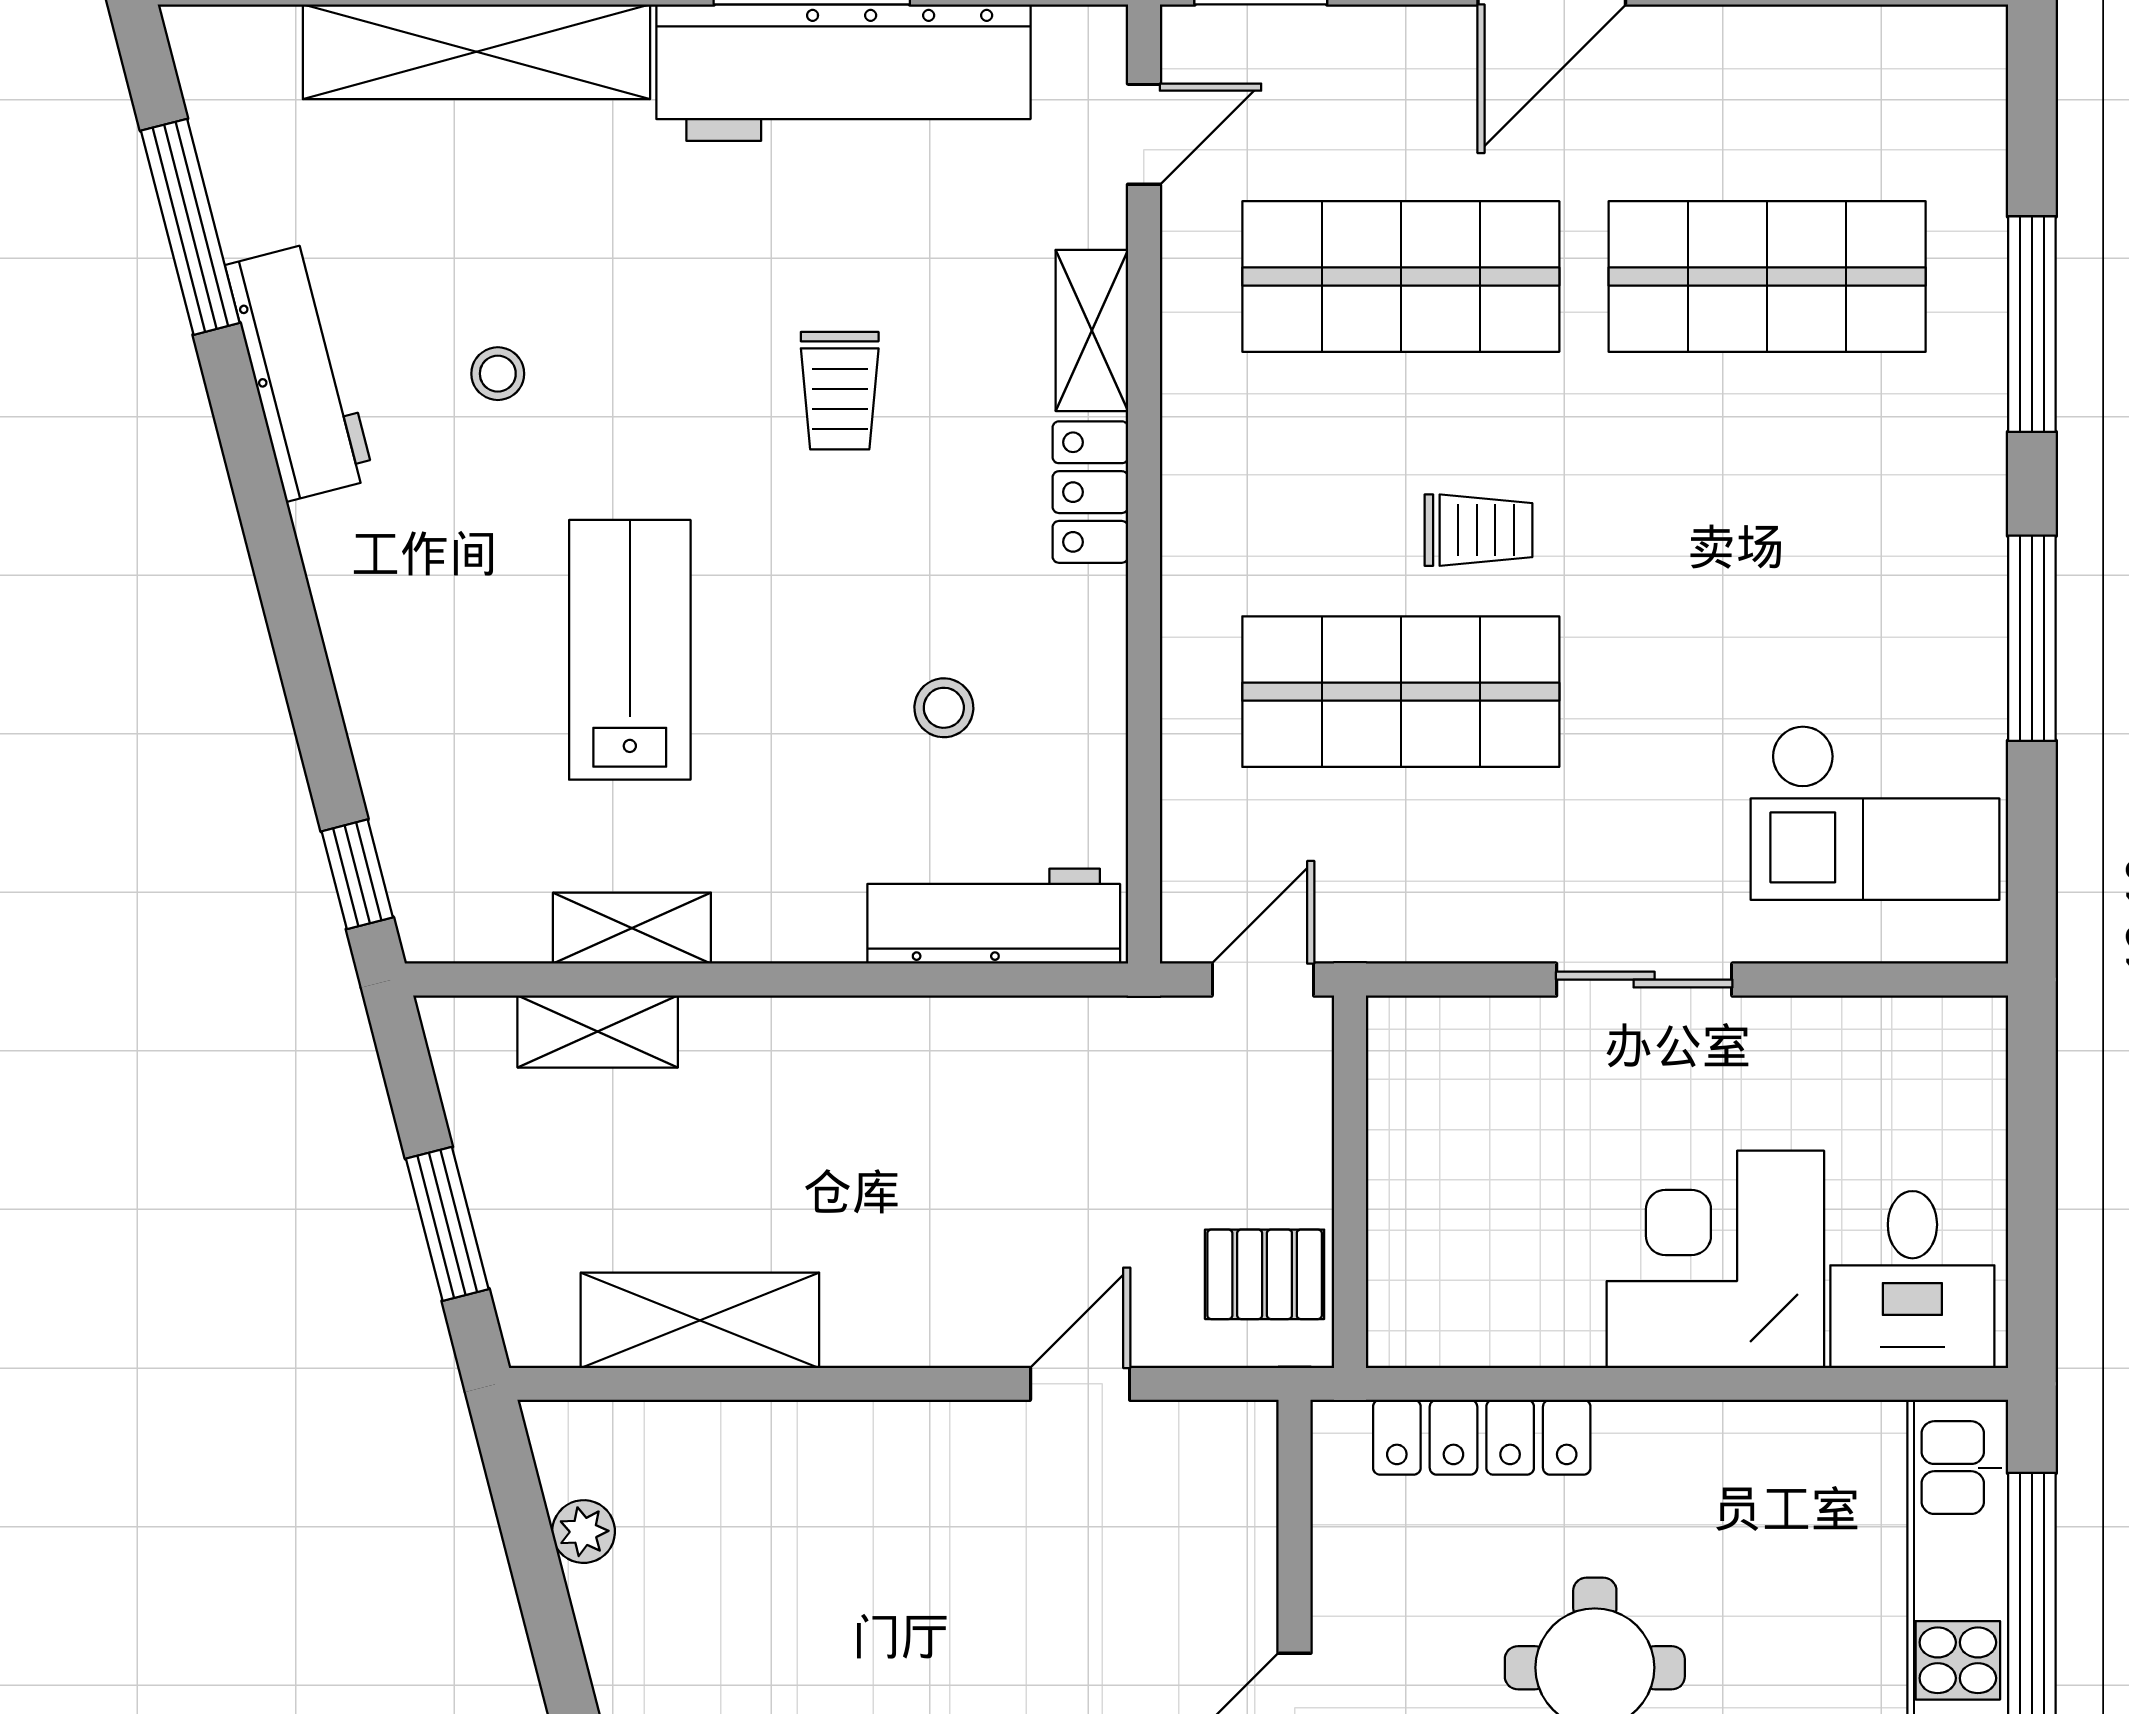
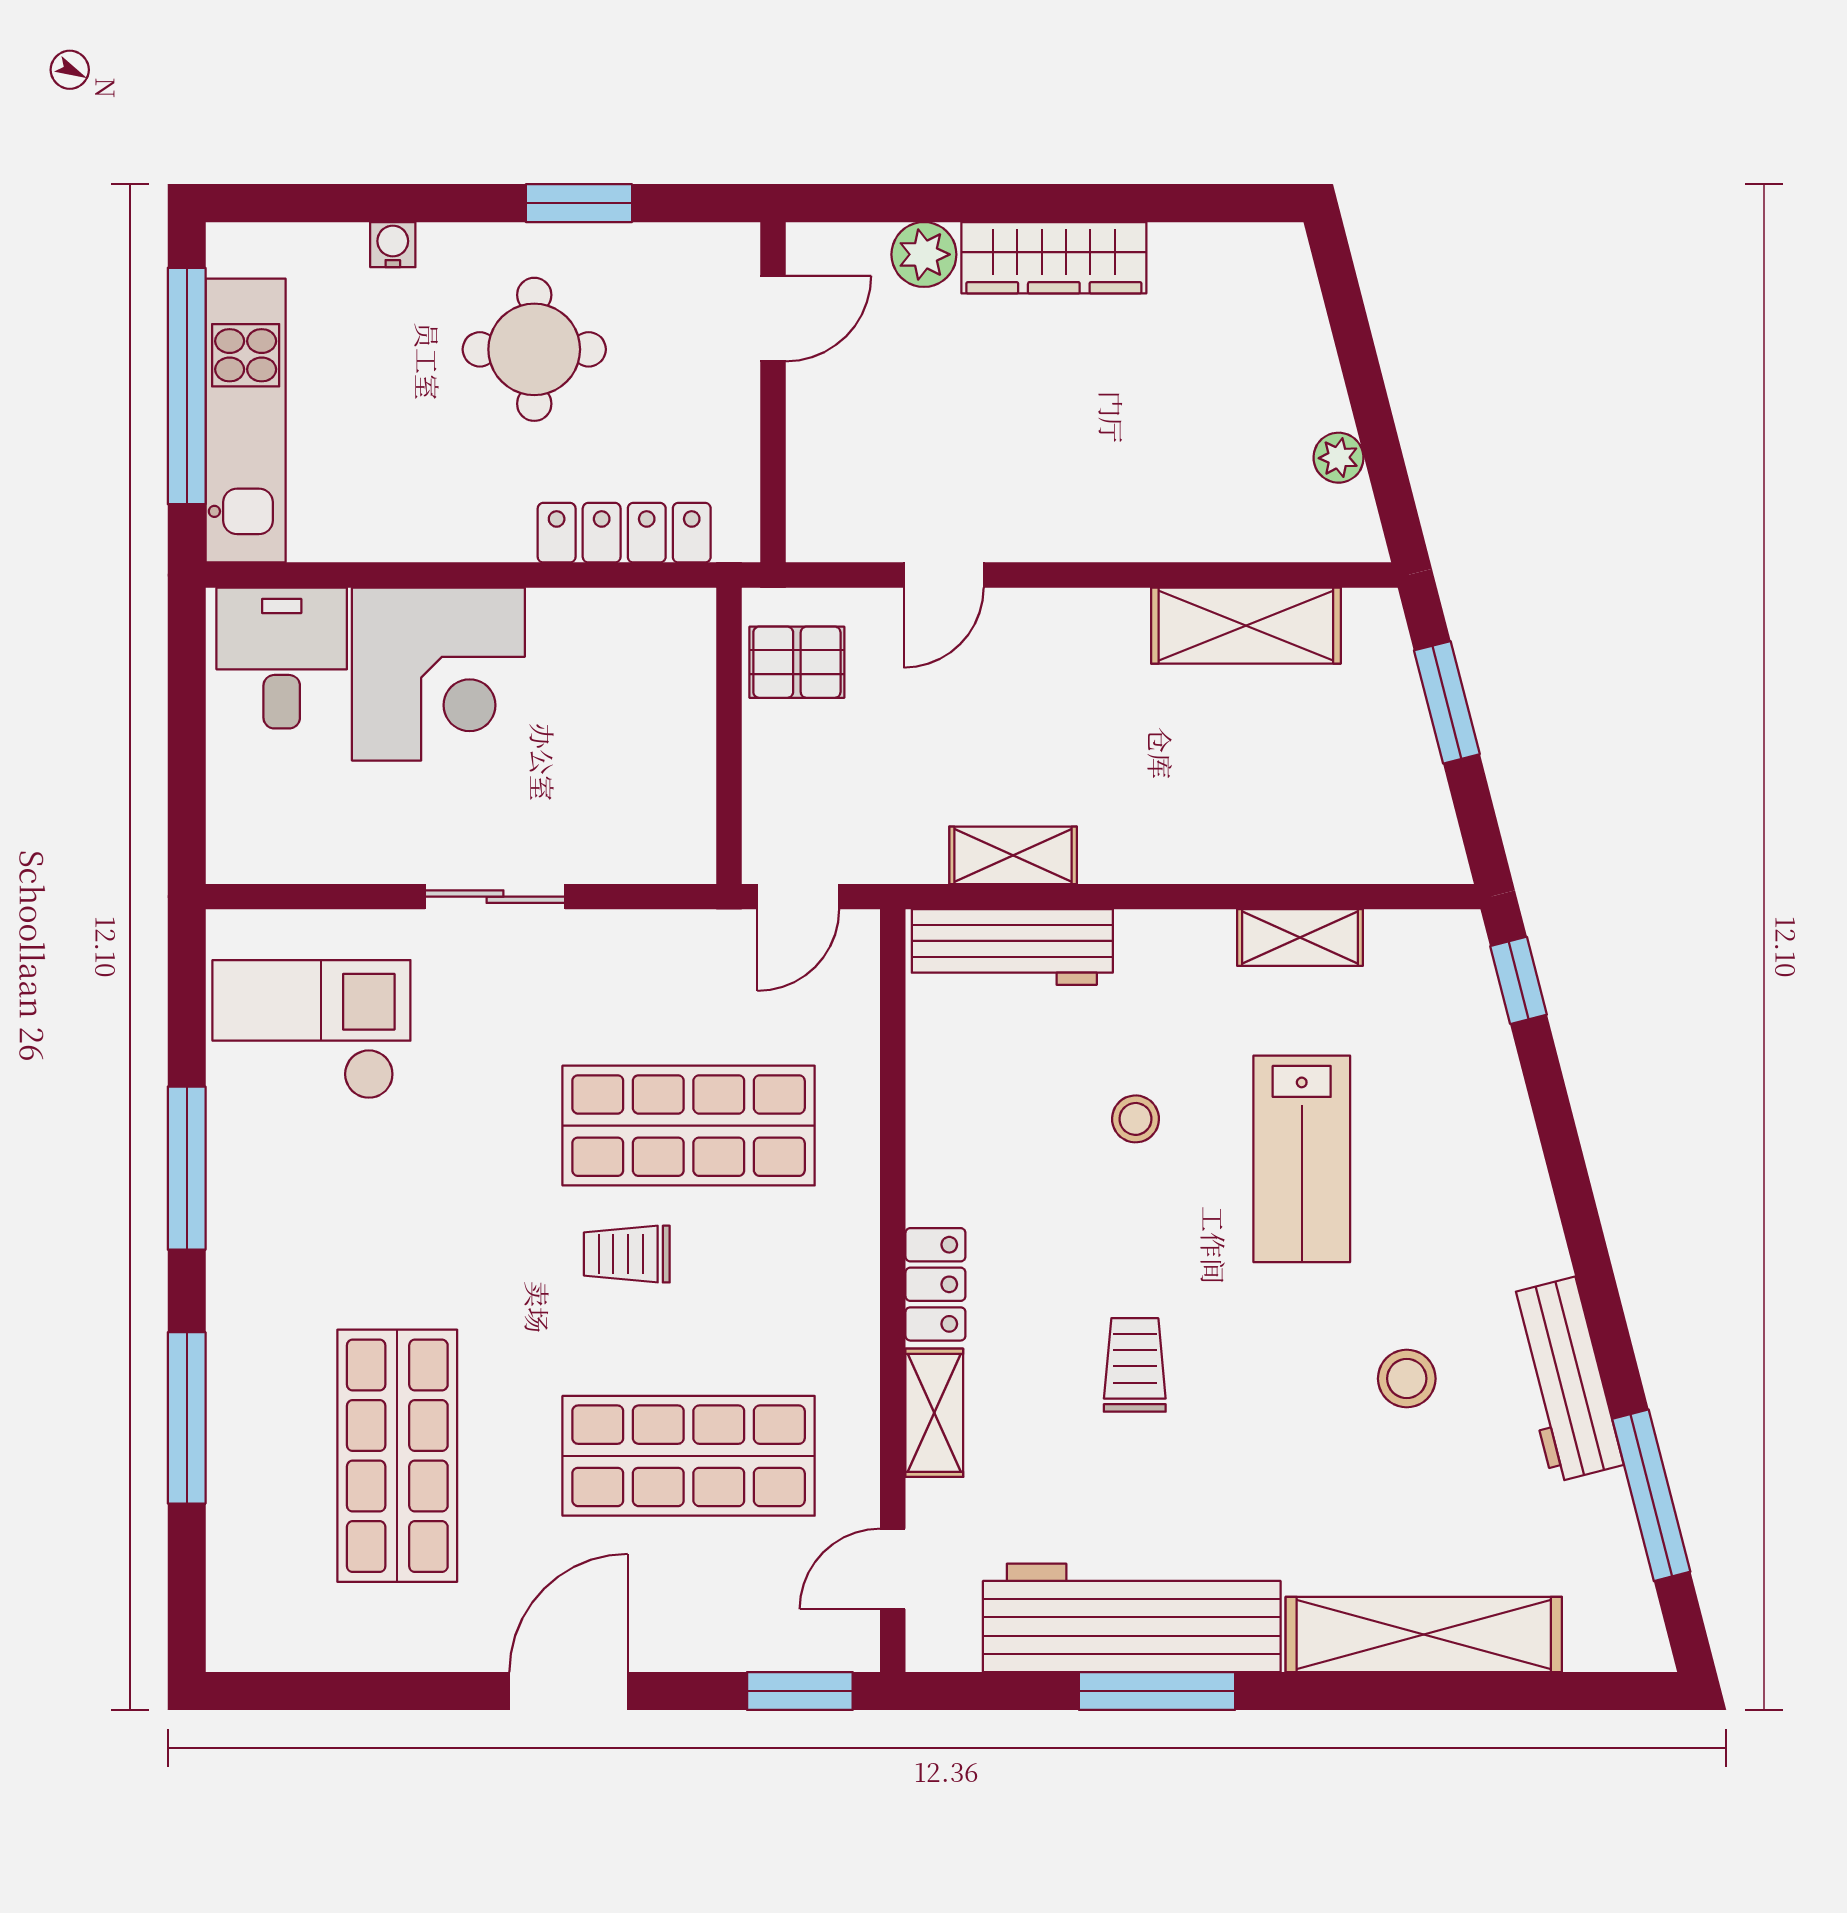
shop shelf: (1767, 276) -> (397, 1456), turned 90
stool: (498, 374) -> (1407, 1379), width x1.37, depth x1.37
stool: (944, 708) -> (1135, 1119), moved
shelving: (598, 1032) -> (1013, 855), moved

